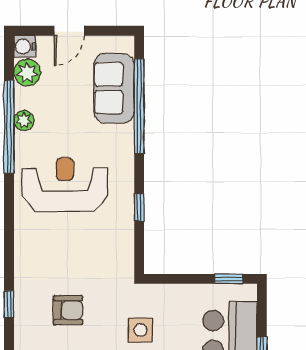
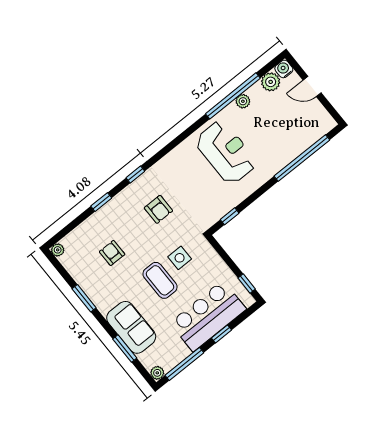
sofa: (114, 88) -> (301, 136), removed
window: (139, 207) -> (230, 216), moved

